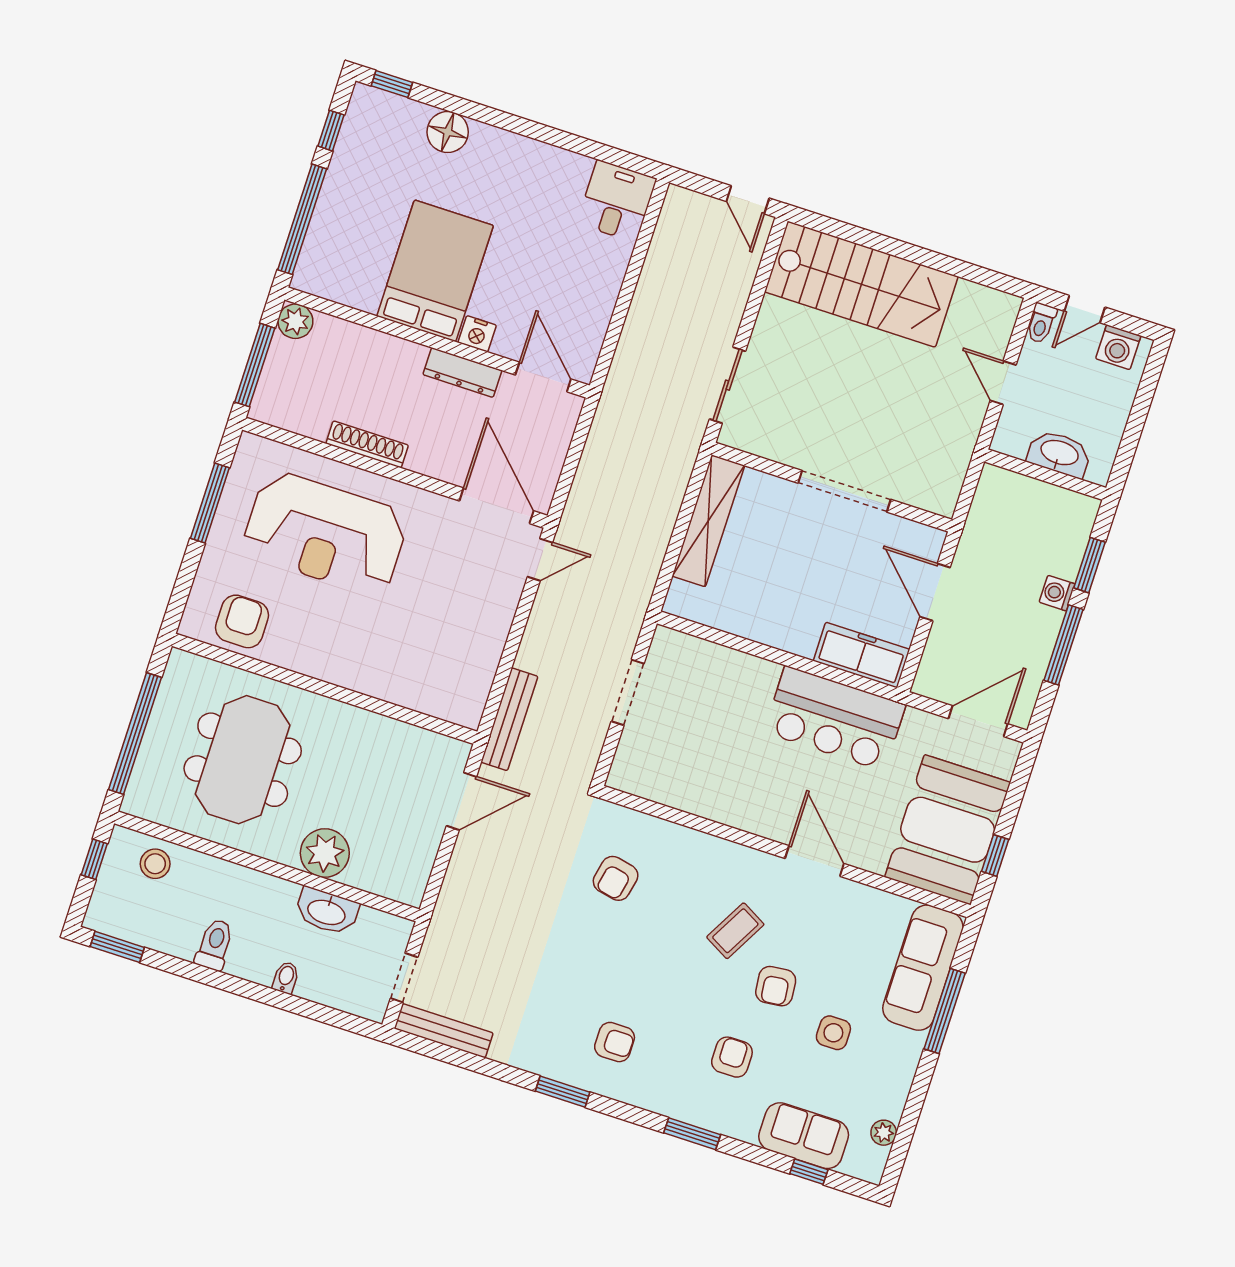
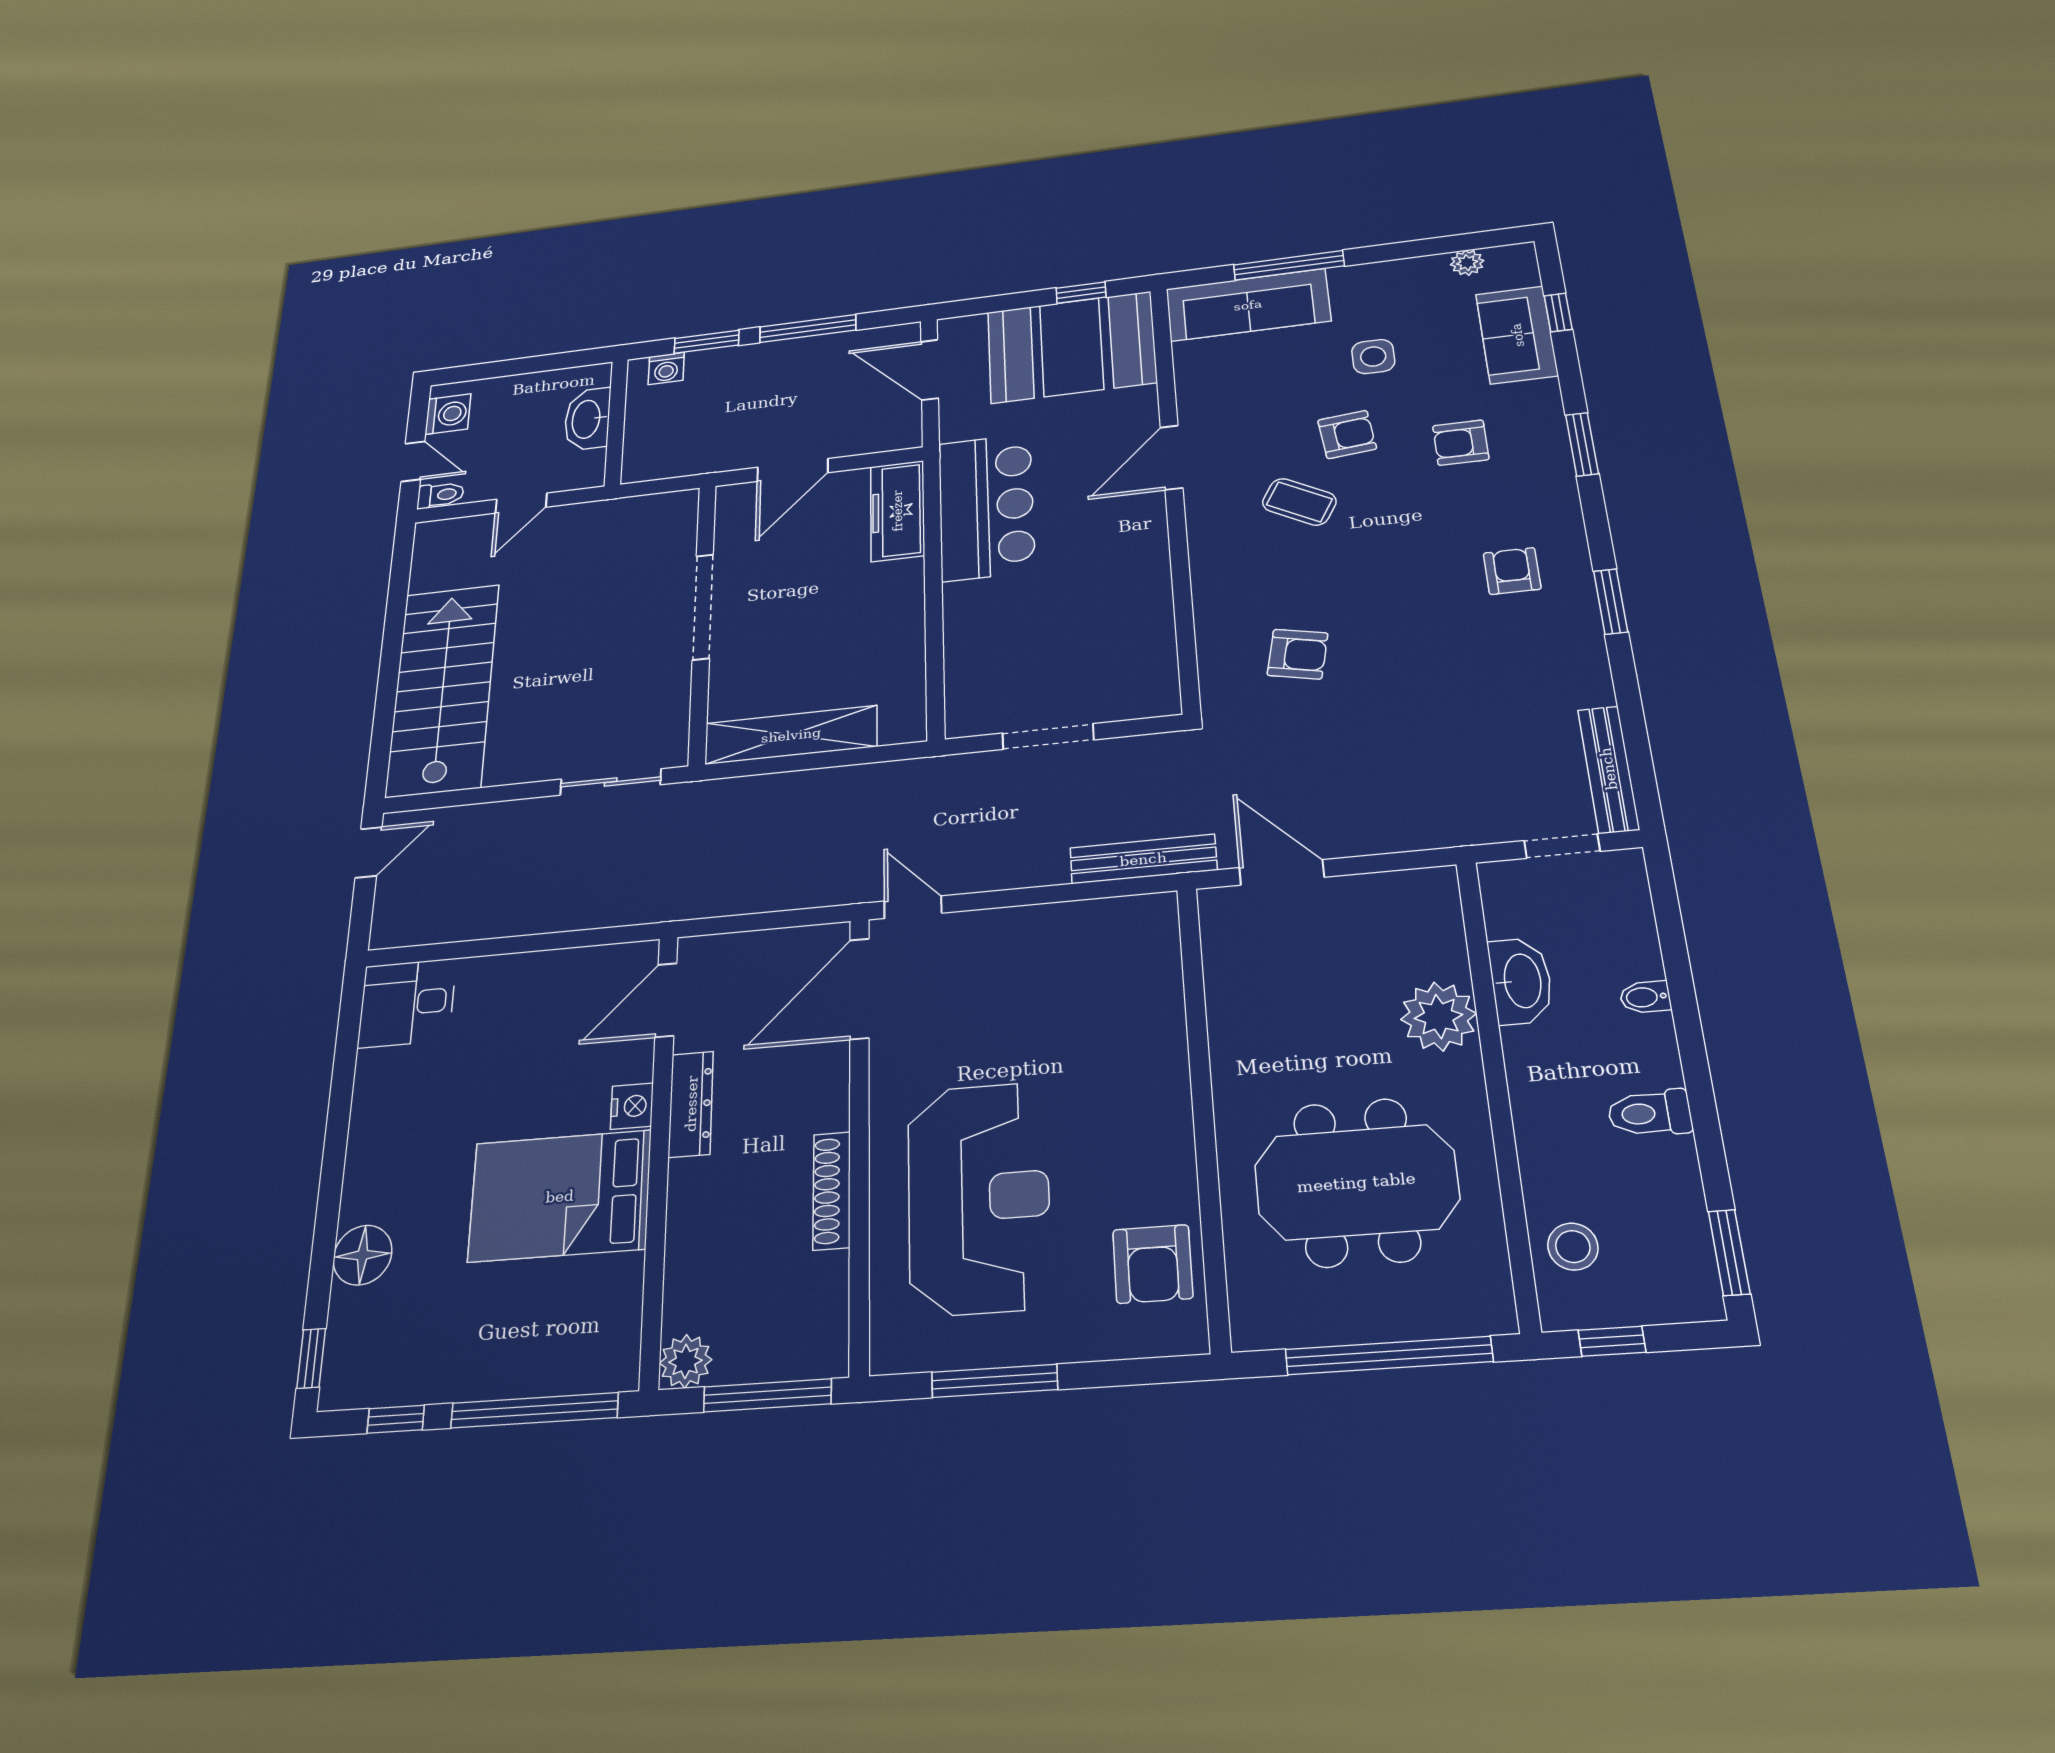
washing machine: (1057, 593) -> (666, 369), moved
armchair: (242, 621) -> (1153, 1264), turned -90

